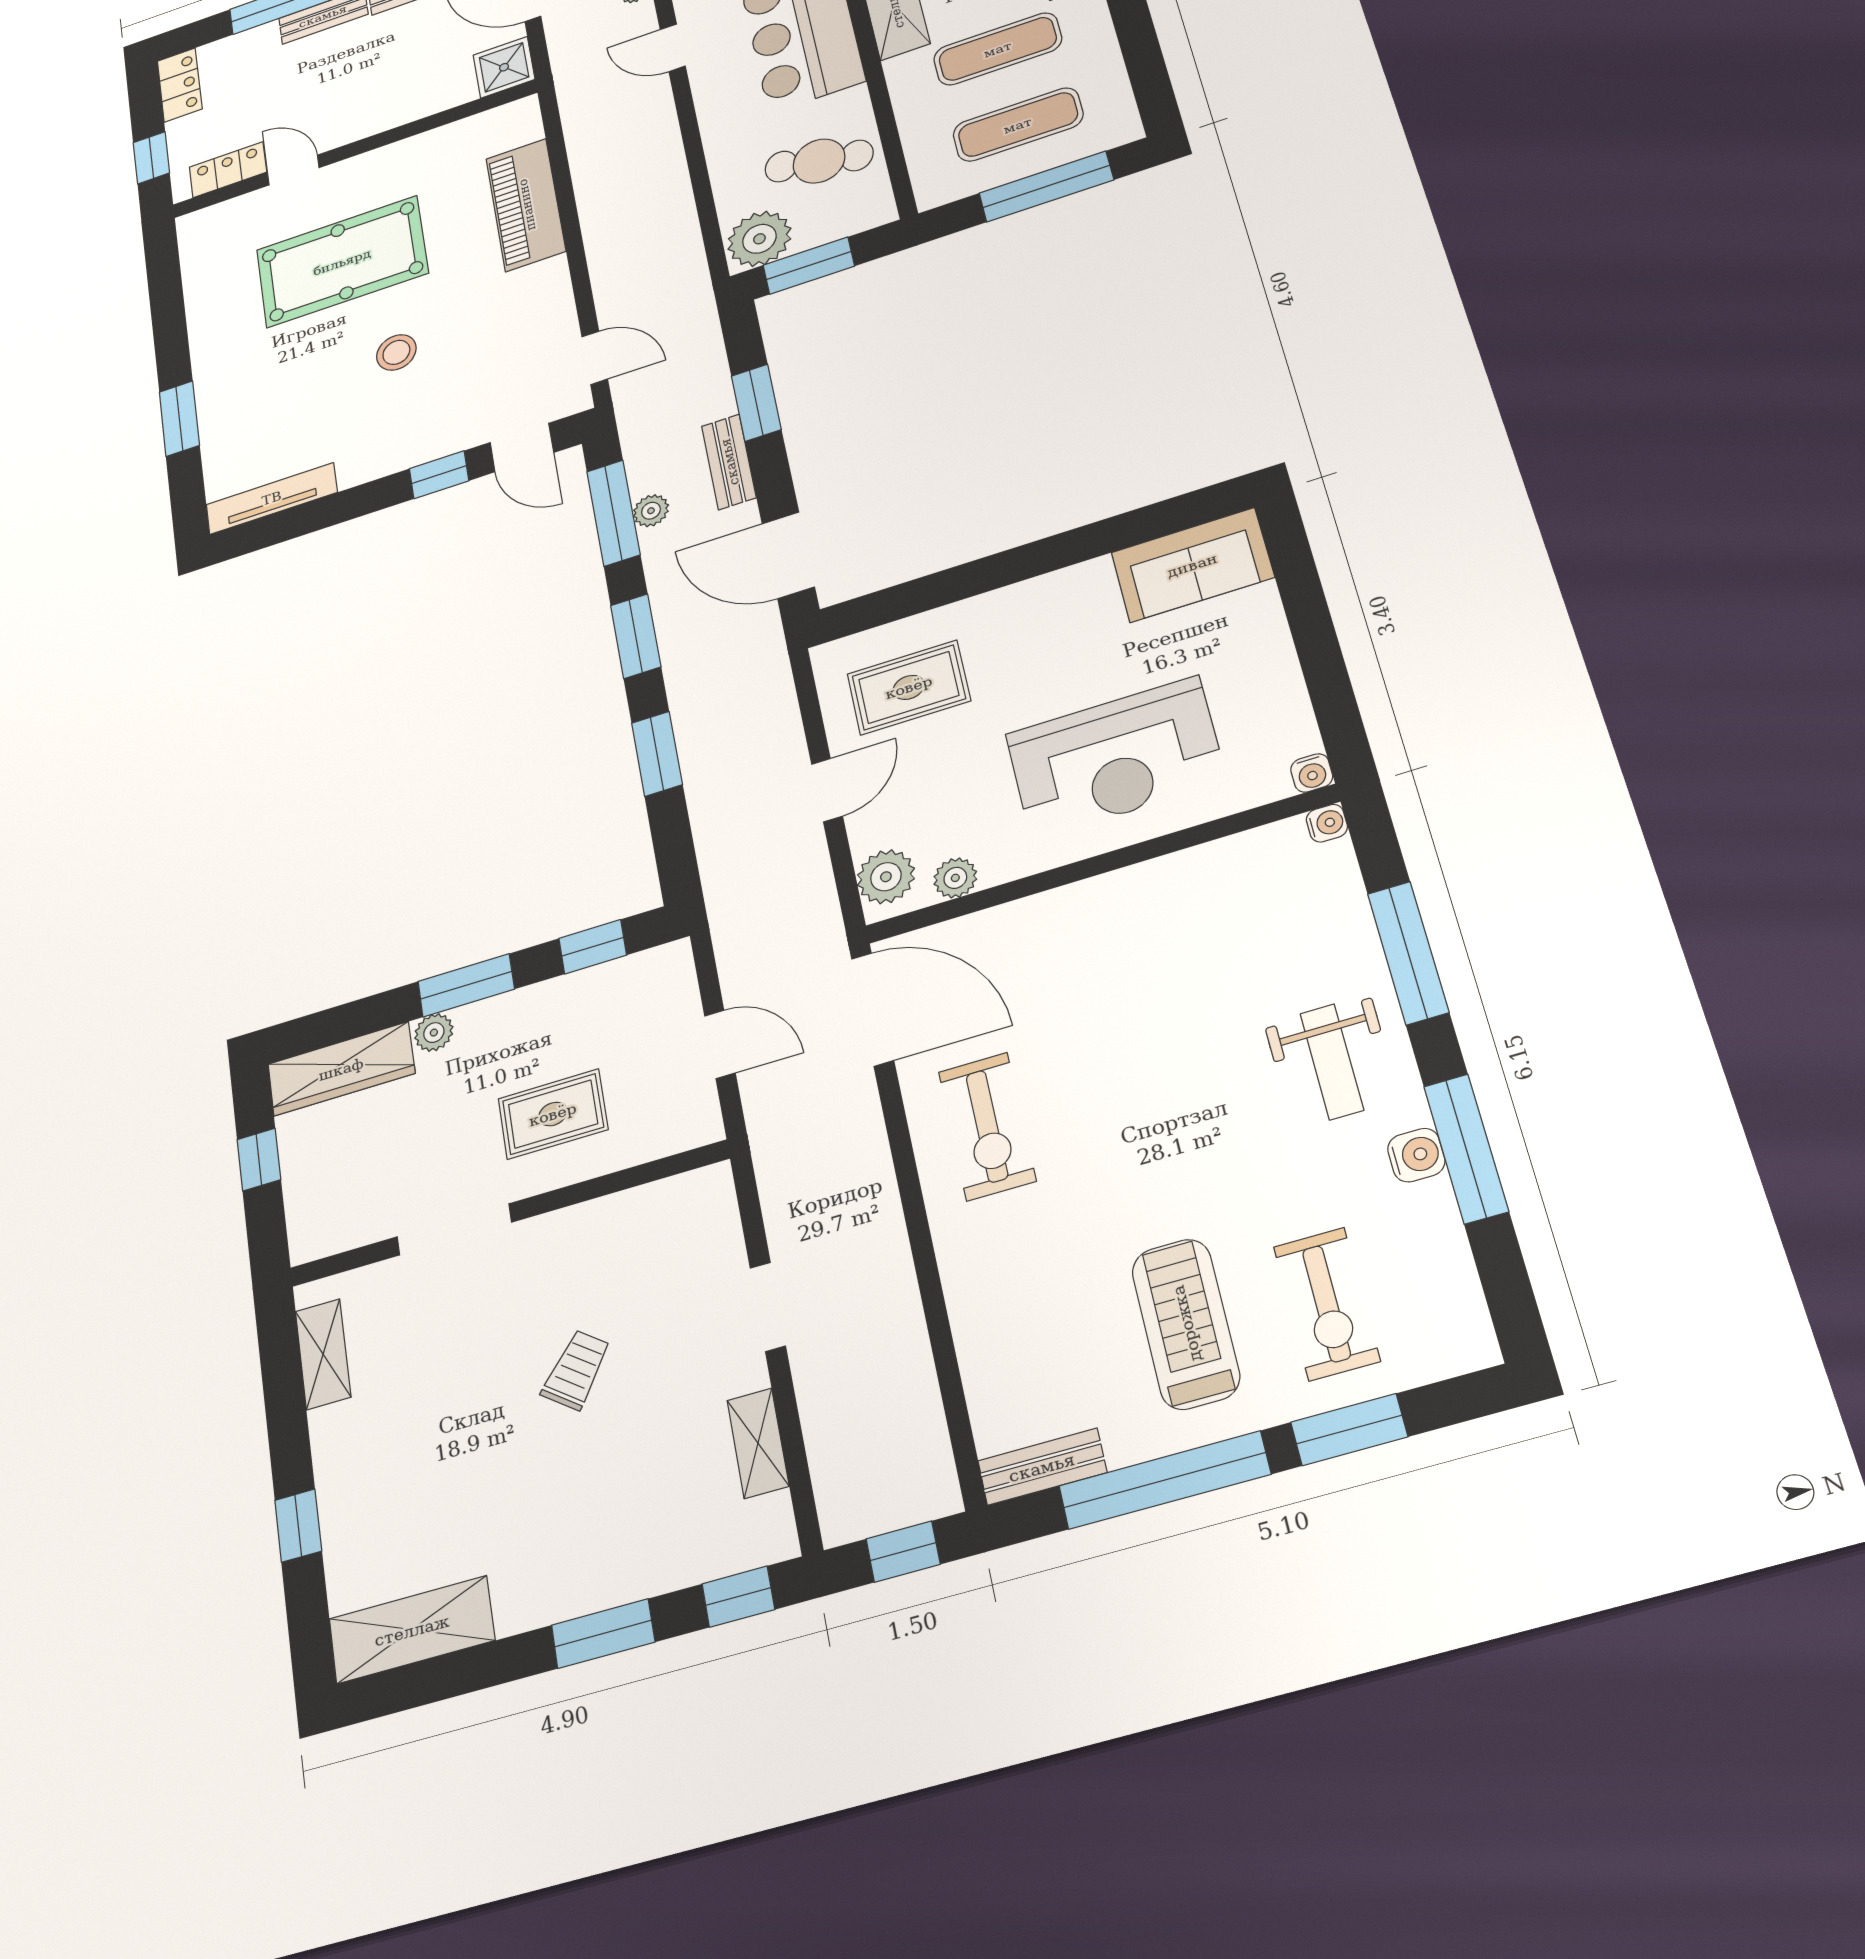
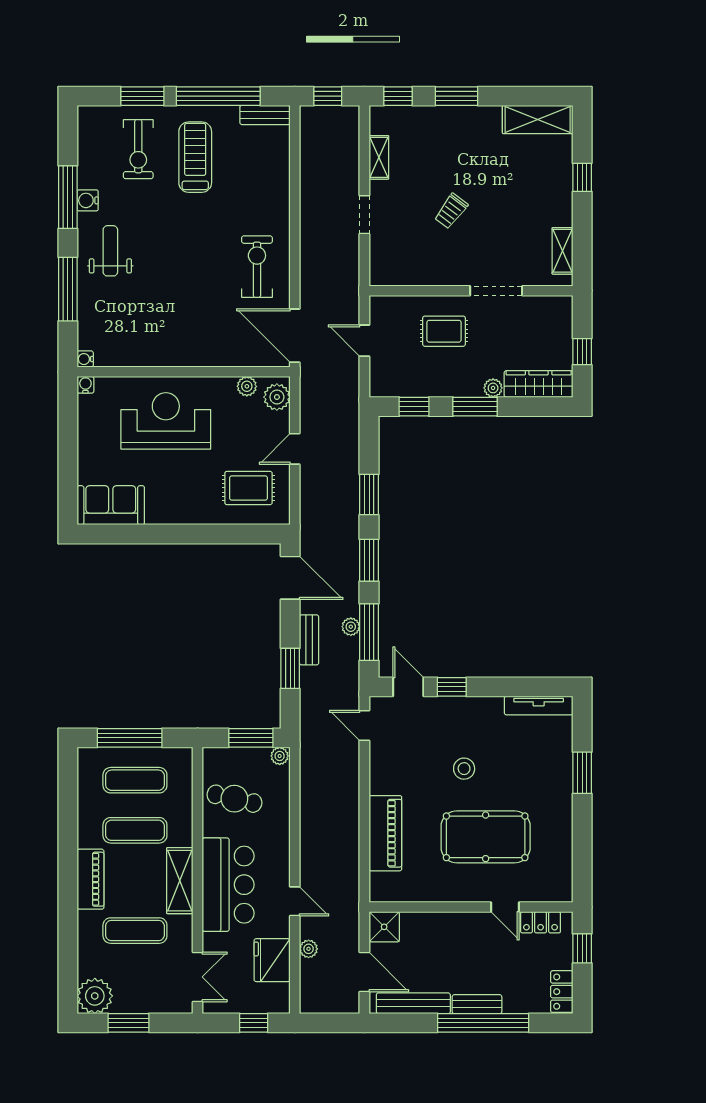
plant: (759, 239) -> (280, 756), width x0.53, depth x0.53
exercise bike: (1327, 1304) -> (138, 149), turned 180
treadmill: (1186, 1324) -> (195, 157), turned 180

